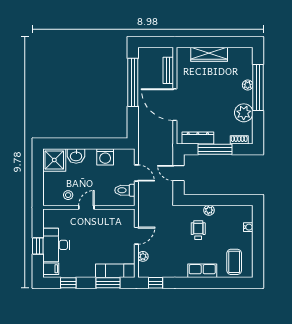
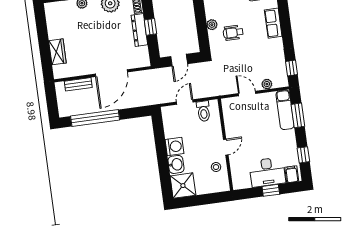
wardrobe: (209, 54) -> (57, 52), width x0.67
dresser: (198, 138) -> (139, 30), moved
window: (215, 149) -> (150, 27), width x0.46
washing machine: (105, 157) -> (174, 146), moved
door: (86, 207) -> (226, 147), swing flipped

